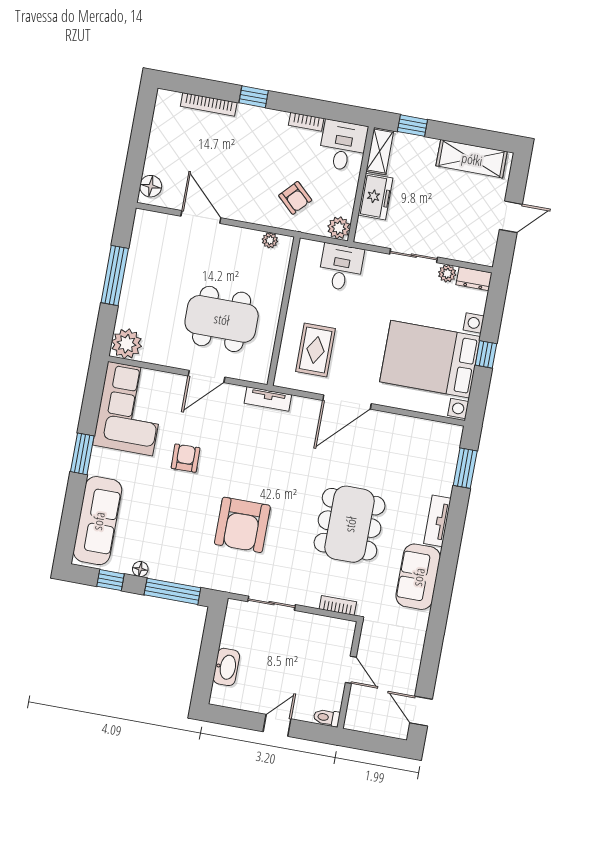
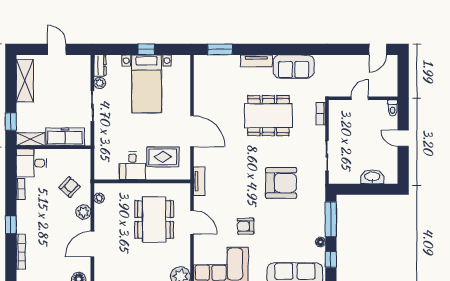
freezer: (375, 197) -> (65, 137), width x1.40
plant: (339, 228) -> (83, 212), moved
desk: (341, 267) -> (132, 166), moved, turned -90
bed with nightstands: (430, 359) -> (147, 84), width x0.73

